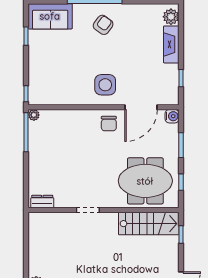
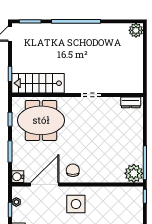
plant: (174, 87) -> (16, 202), added
plant: (34, 115) -> (134, 173), width x1.87, depth x1.87

